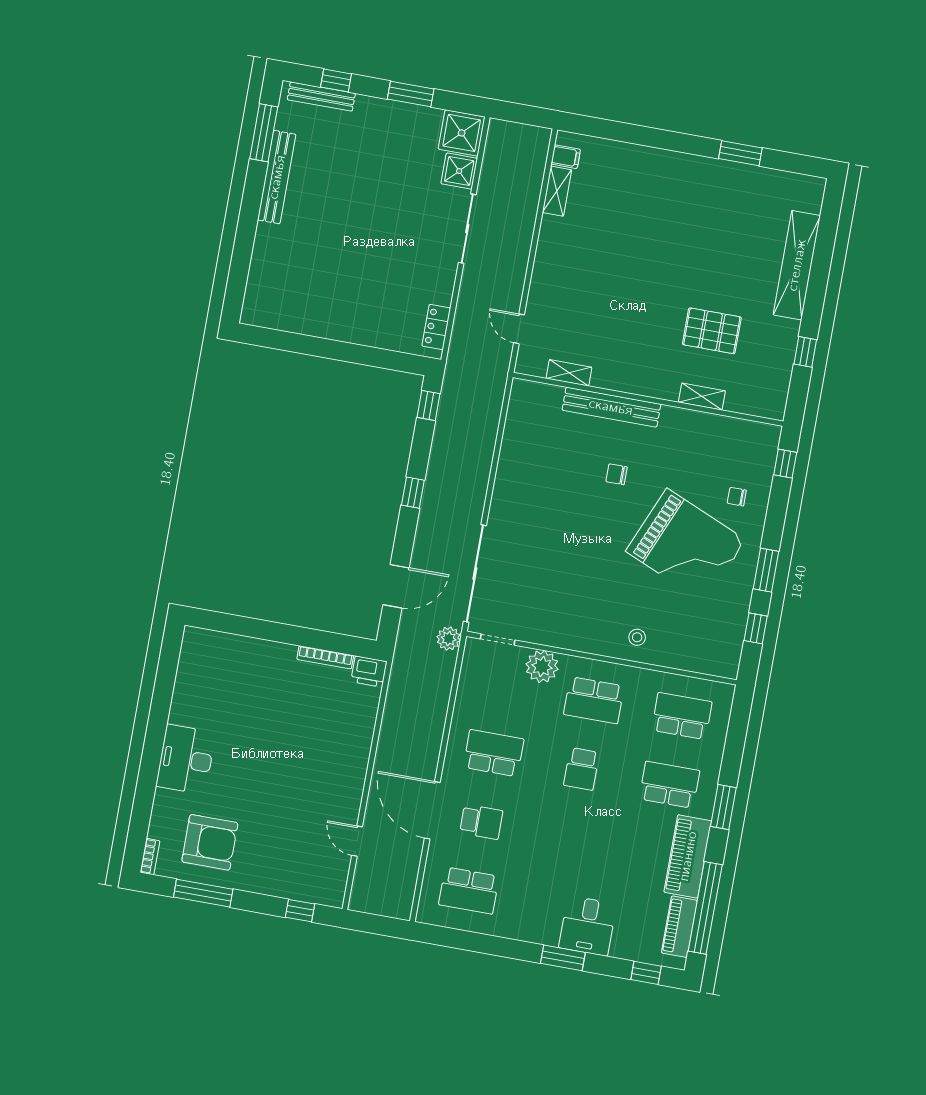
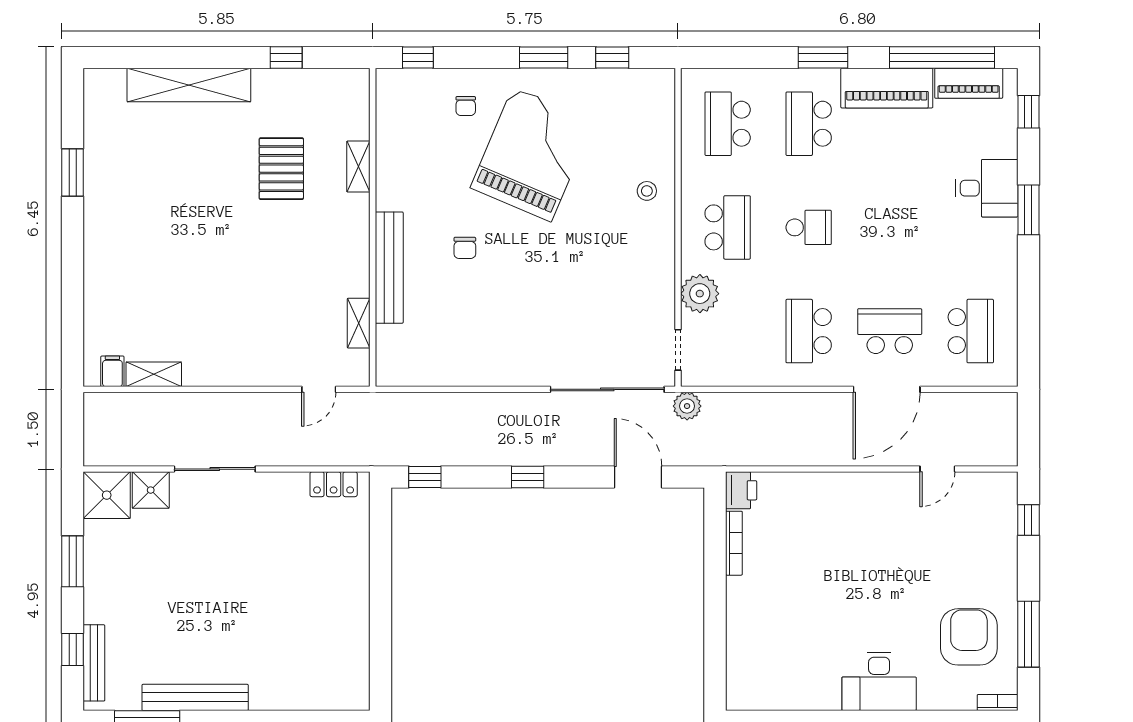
school desk: (481, 822) -> (890, 331), width x1.85

